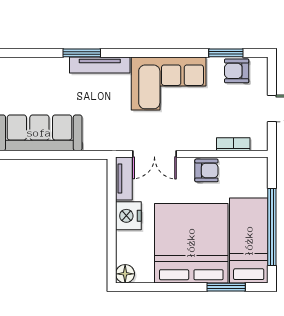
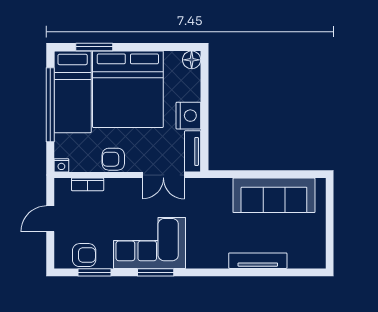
window: (82, 53) -> (156, 272), moved
tv unit: (100, 65) -> (258, 261), moved
double door: (154, 154) -> (163, 175), swing flipped
nightstand: (260, 164) -> (61, 165), added

